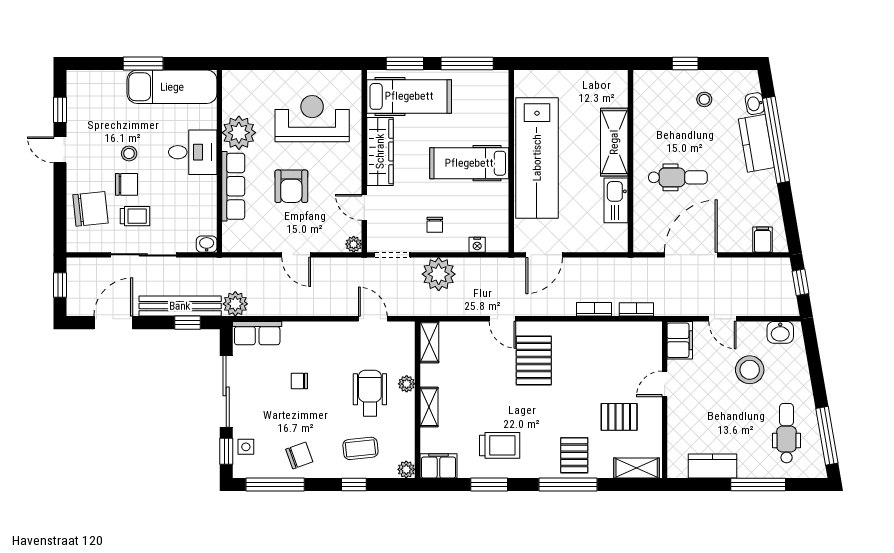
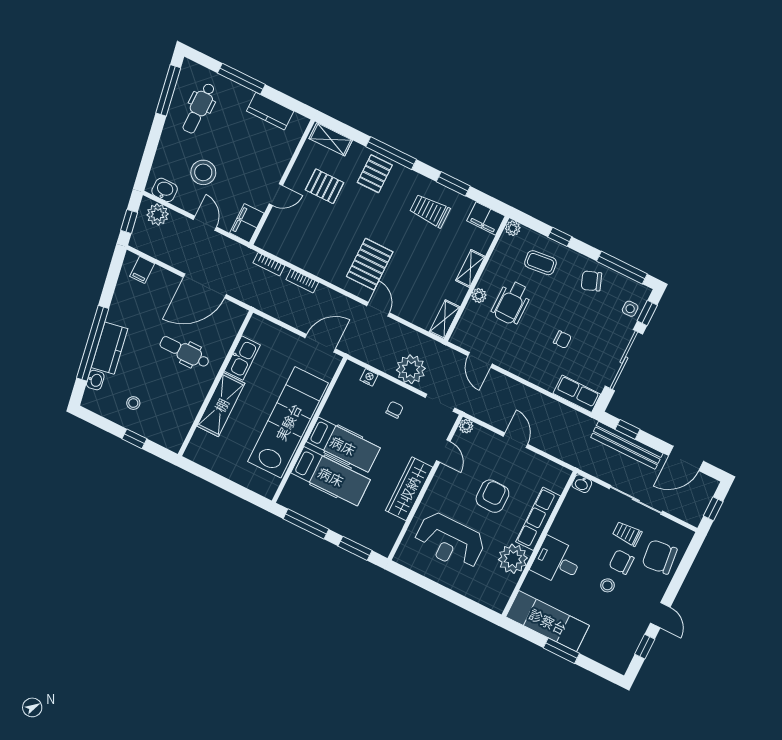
hospital bed: (409, 96) -> (331, 476), moved, turned 180
plant: (235, 304) -> (158, 215), moved

